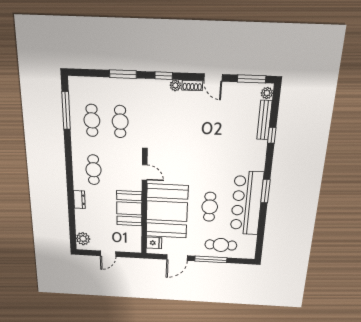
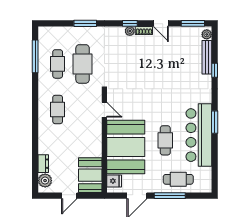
window: (164, 76) -> (130, 23), moved
cafe table: (120, 122) -> (83, 64), width x1.37, depth x1.35
dresser: (79, 200) -> (43, 164), moved
booth: (129, 208) -> (90, 175), moved

